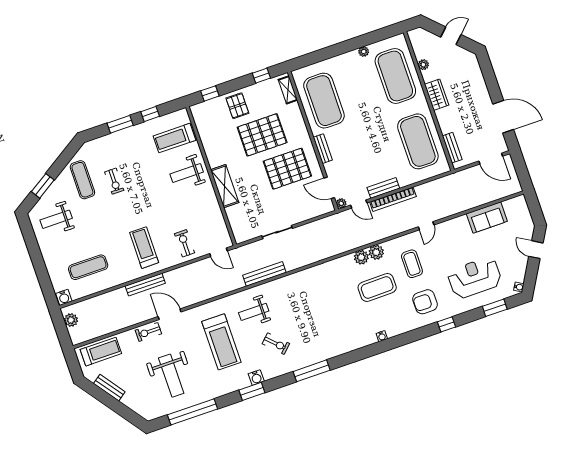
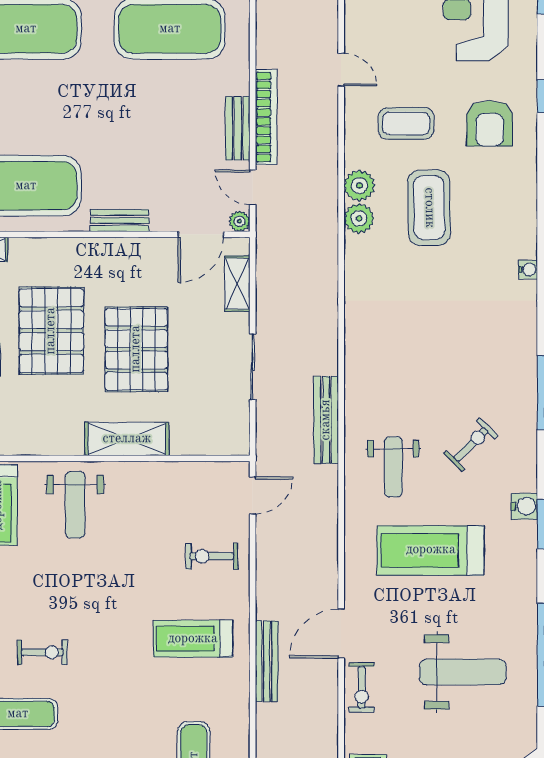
pallet: (287, 169) -> (136, 349), moved
door: (359, 204) -> (253, 187), swing flipped
shelving: (312, 212) -> (237, 284), added
water cooler: (382, 336) -> (528, 269), moved
treadmill: (221, 342) -> (431, 550), turned 180

